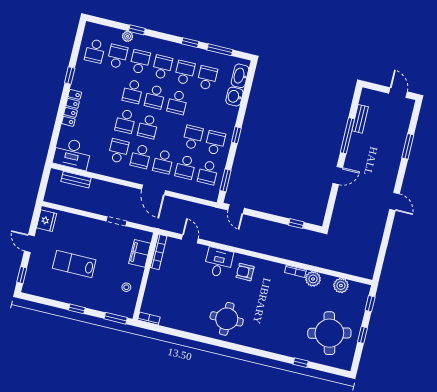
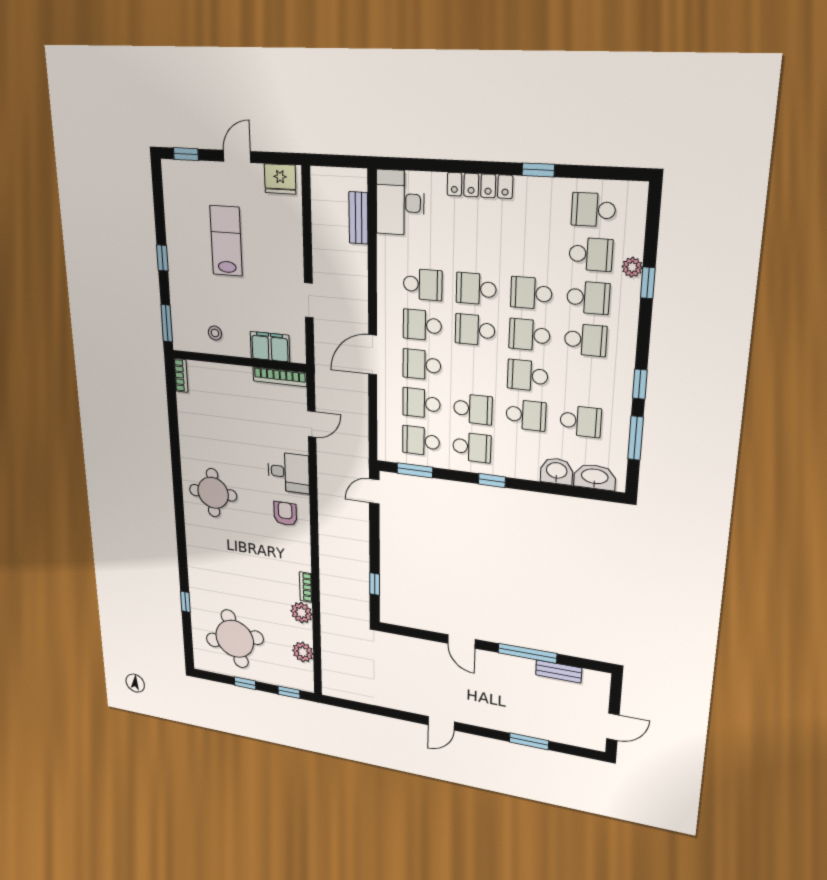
school desk: (185, 73) -> (526, 415), moved

